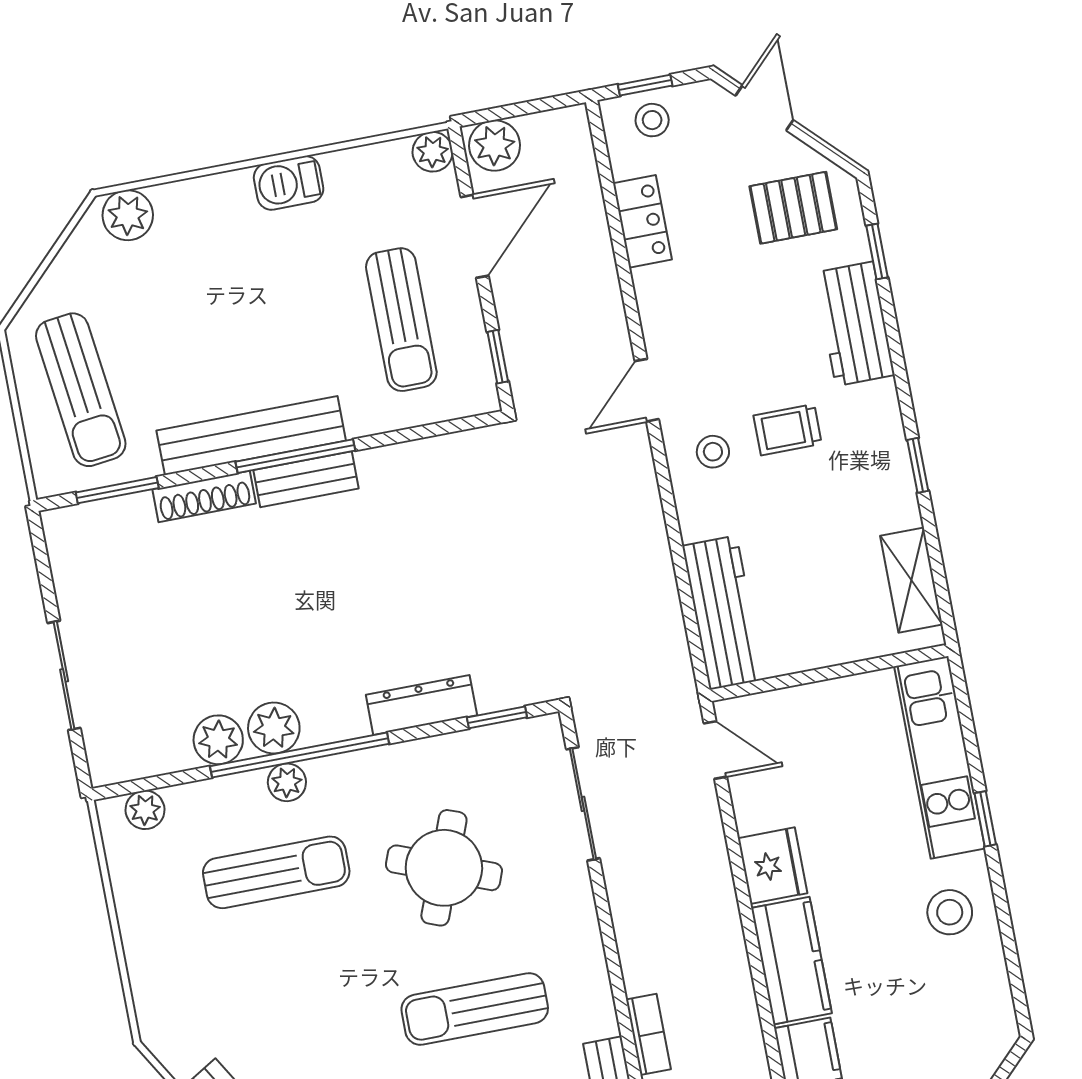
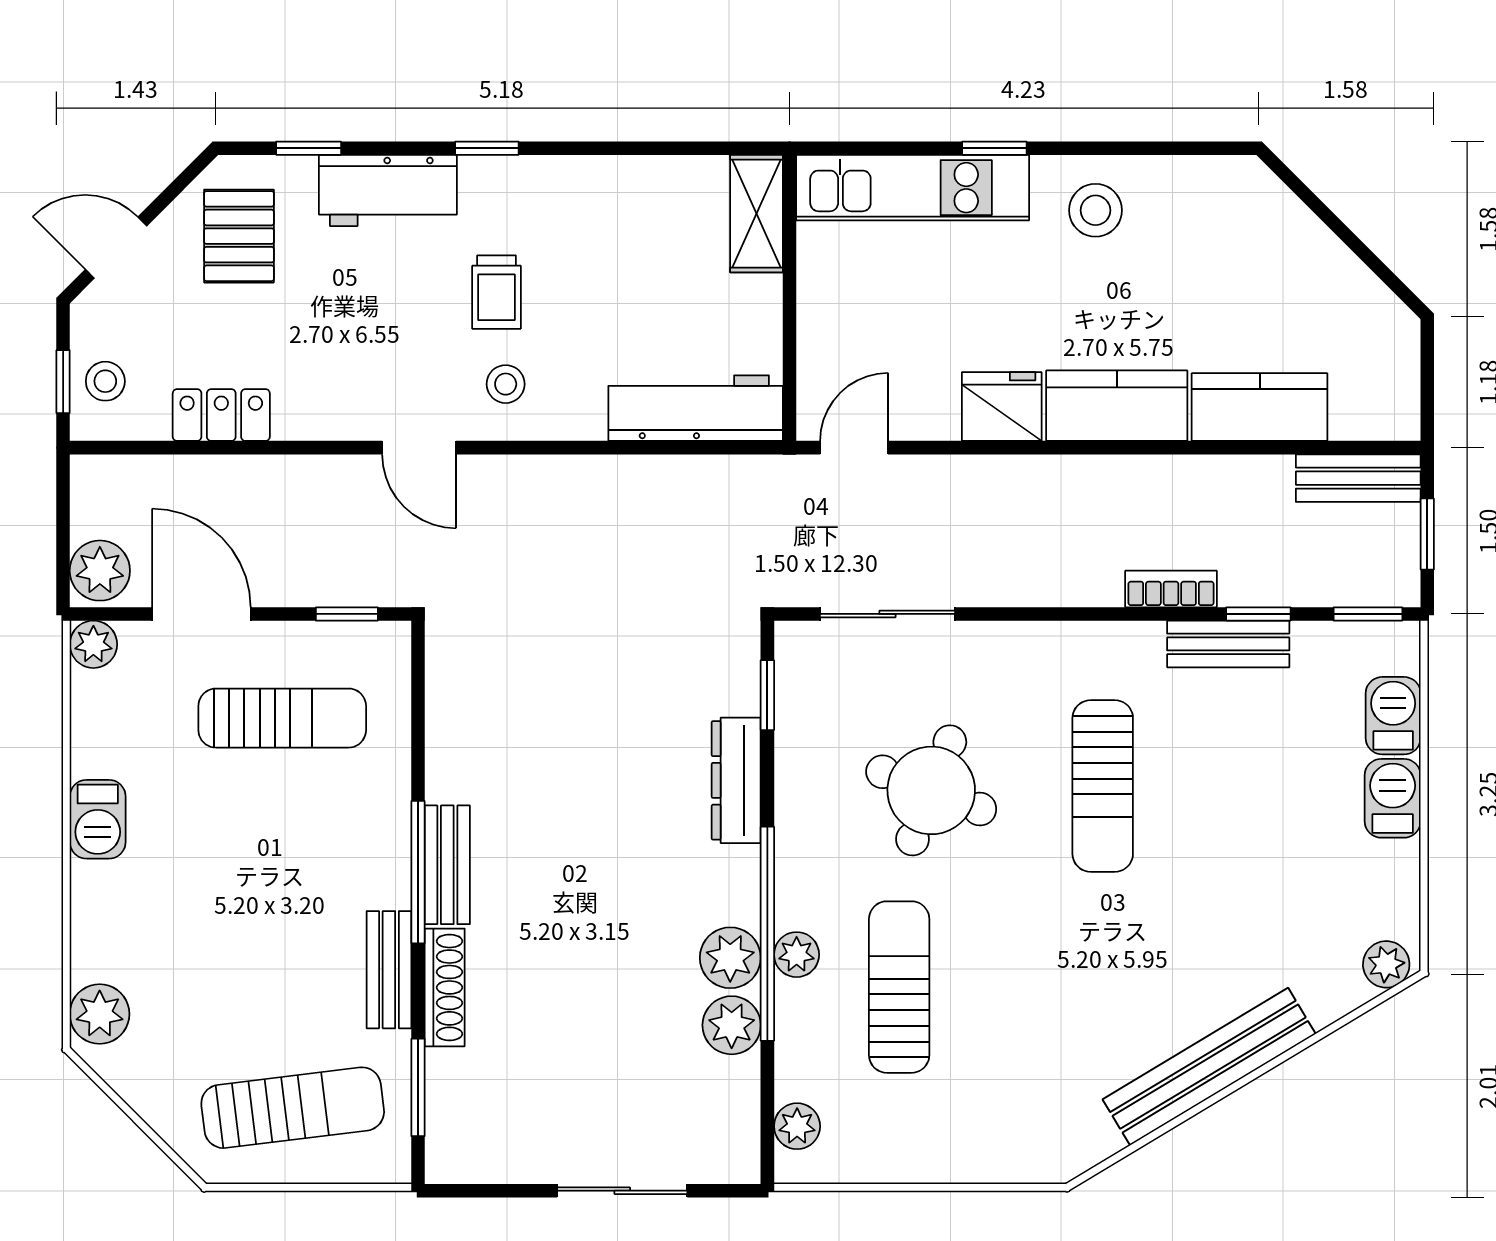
bench: (251, 436) -> (389, 970), width x0.54, depth x0.82
window: (918, 465) -> (487, 148), moved
shelving: (911, 580) -> (756, 214), moved, turned 90

